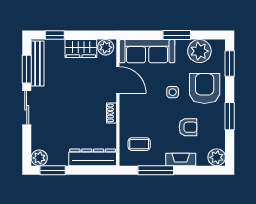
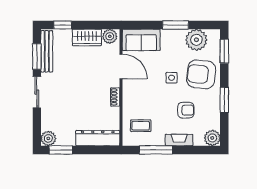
sofa: (147, 51) -> (141, 40), width x0.73
armchair: (205, 88) -> (201, 74), turned -84

